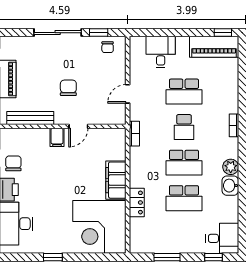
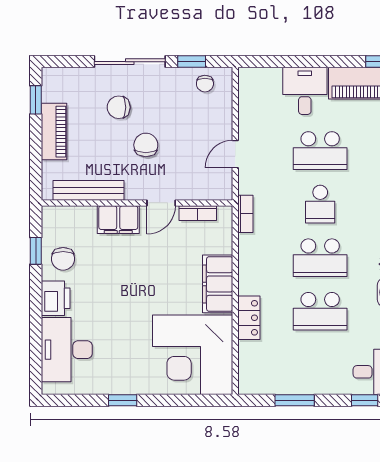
desk: (161, 52) -> (305, 91), moved
chair: (50, 63) -> (119, 107), added
bookcase: (103, 133) -> (198, 213), added
filing cabinet: (57, 137) -> (118, 220), width x2.00
chair: (13, 163) -> (63, 259), turned 180

